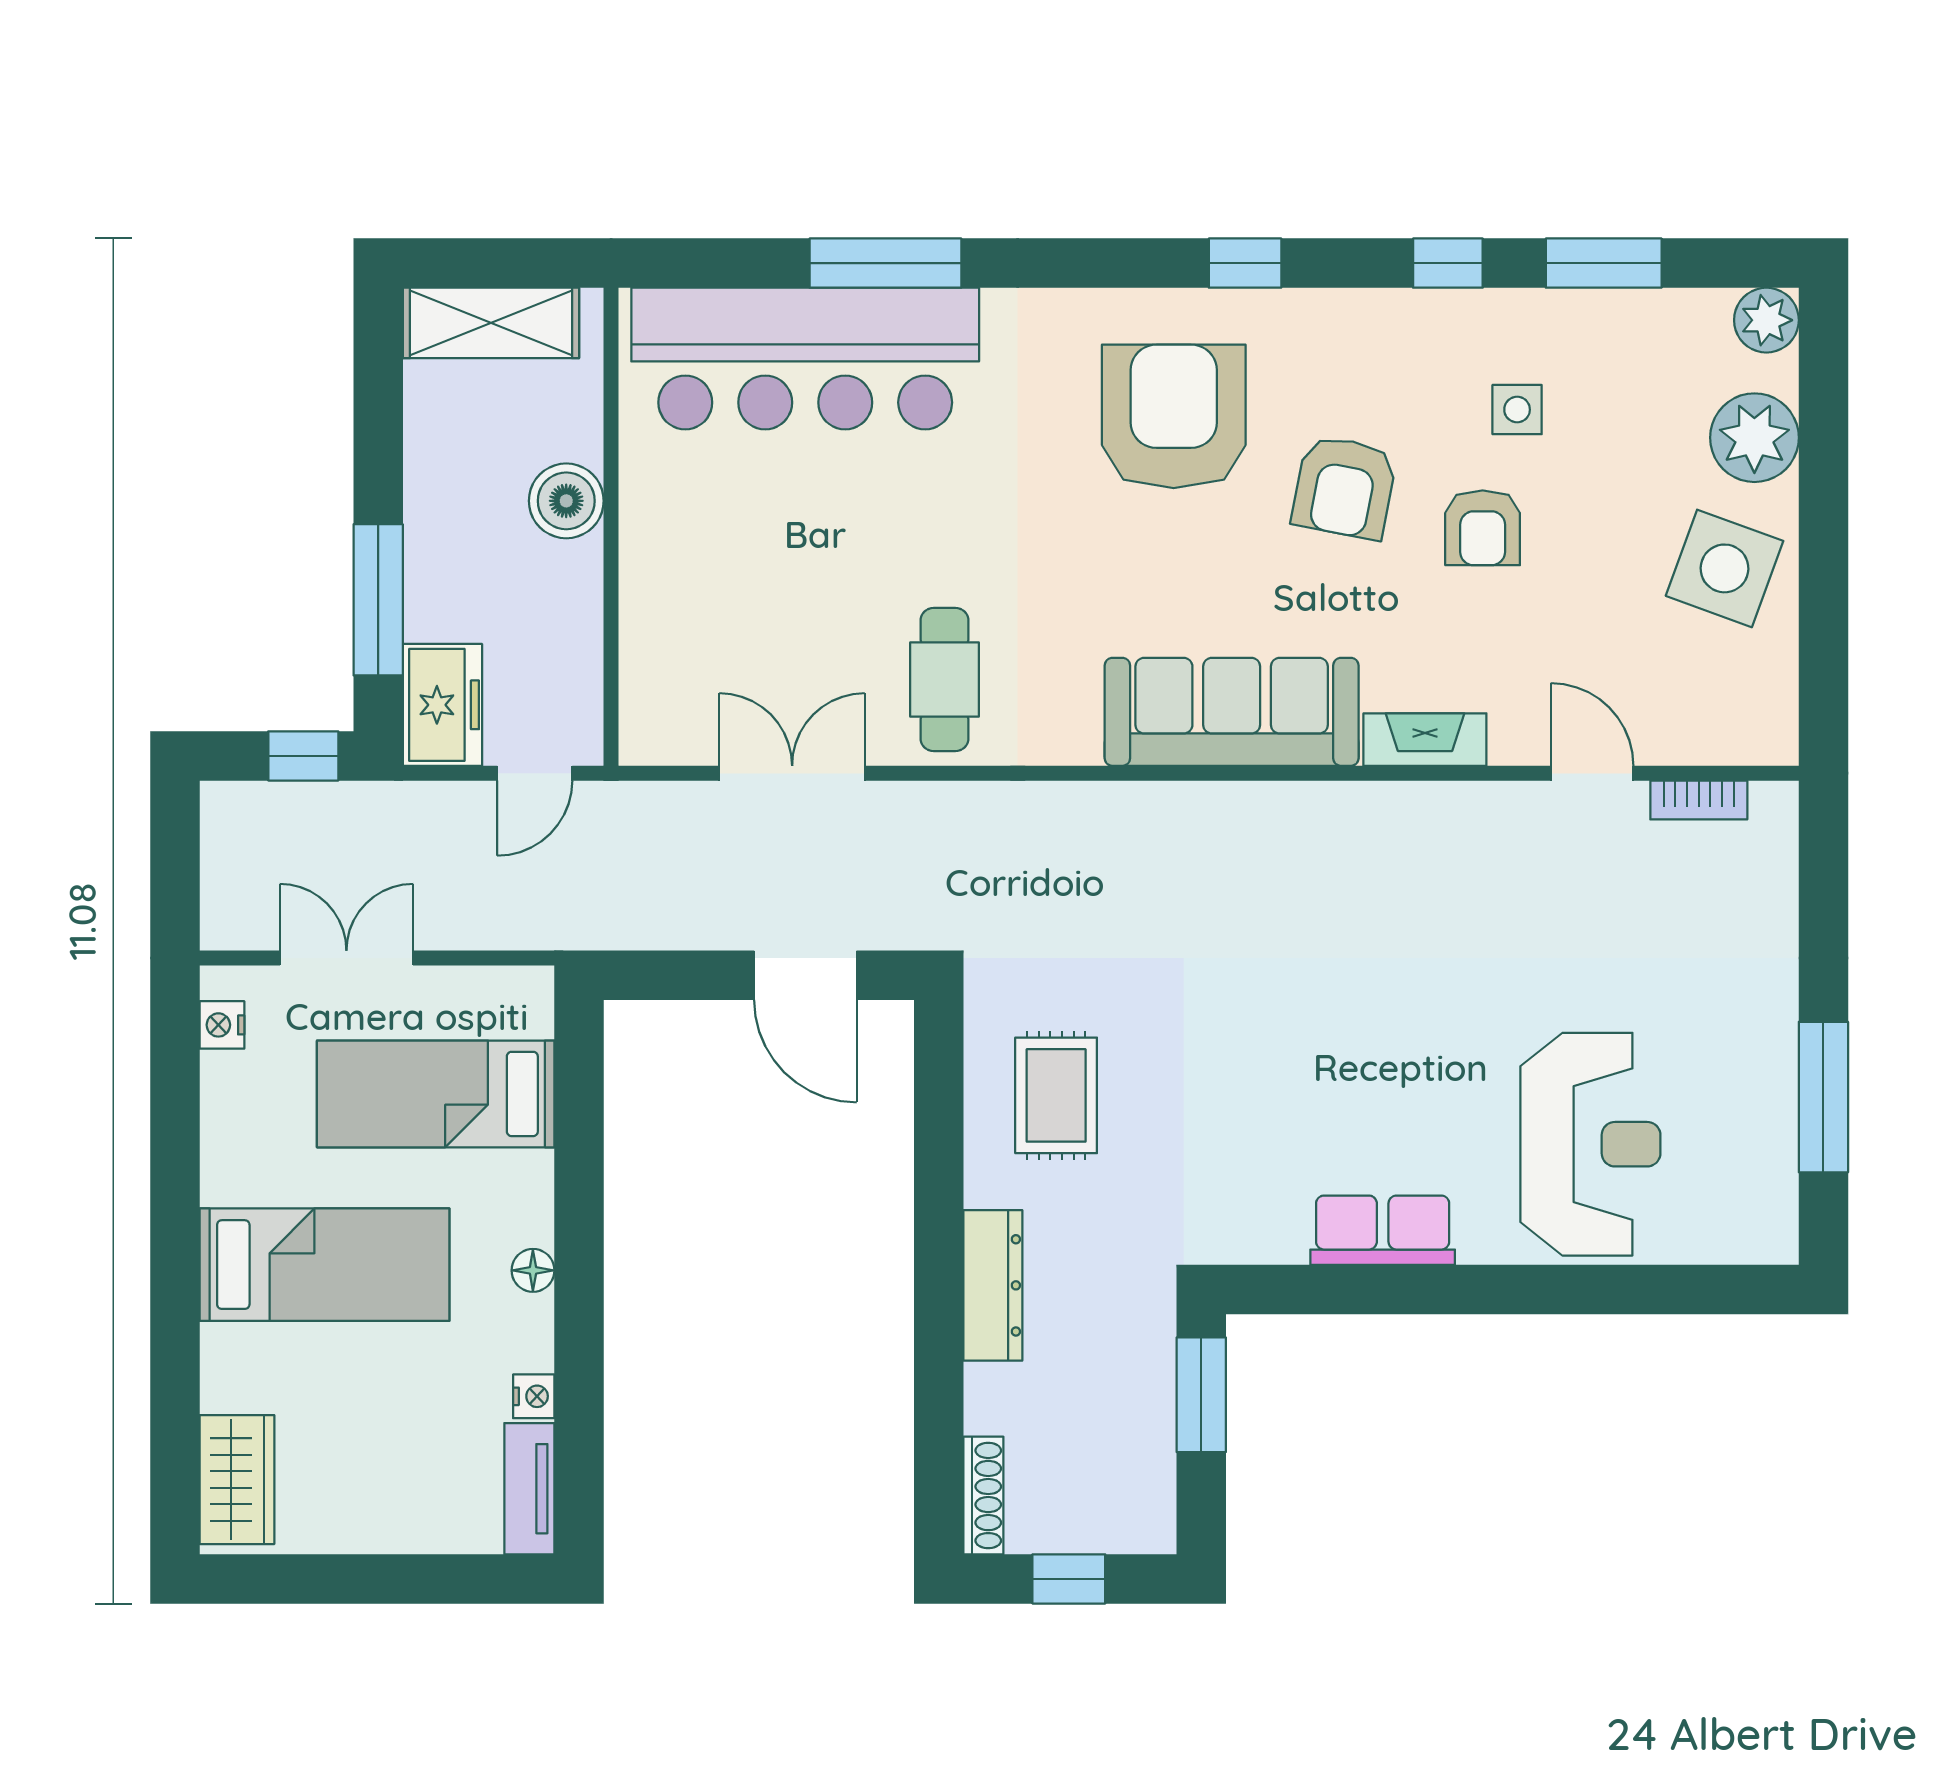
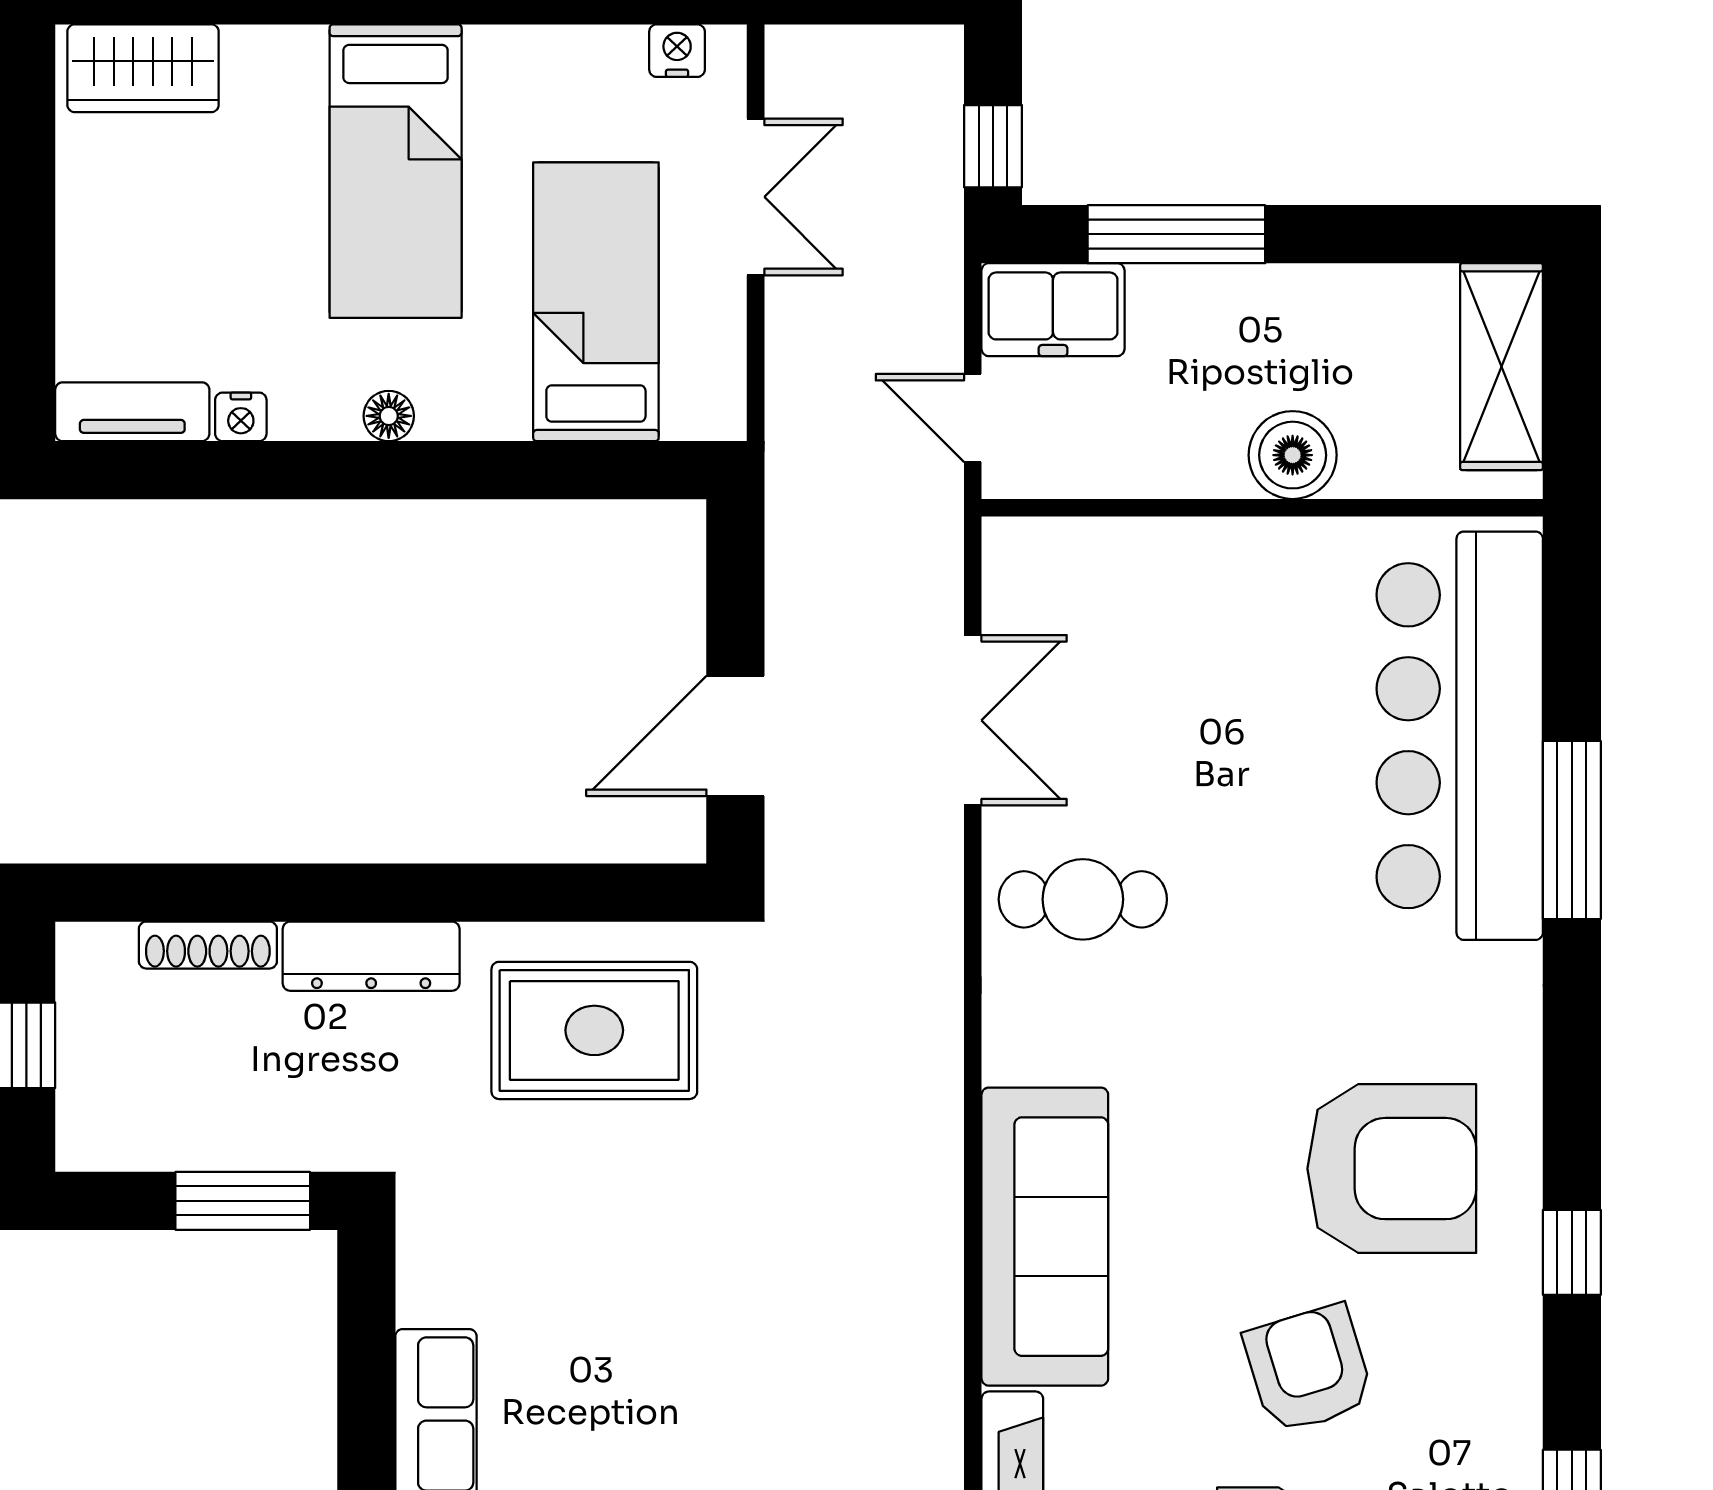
armchair: (1344, 487) -> (1309, 1369), turned 62
rug: (1056, 1095) -> (594, 1030), width x1.36, depth x1.43
shoe rack: (983, 1496) -> (208, 945), moved

